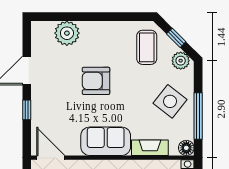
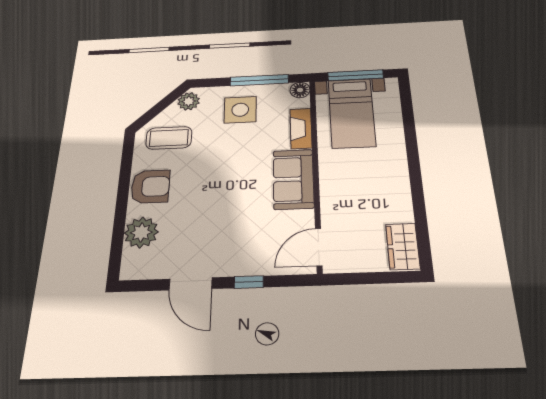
window: (176, 38) -> (159, 107), removed
armchair: (96, 81) -> (150, 187), moved, turned -90
side table: (170, 101) -> (240, 110), turned -38

